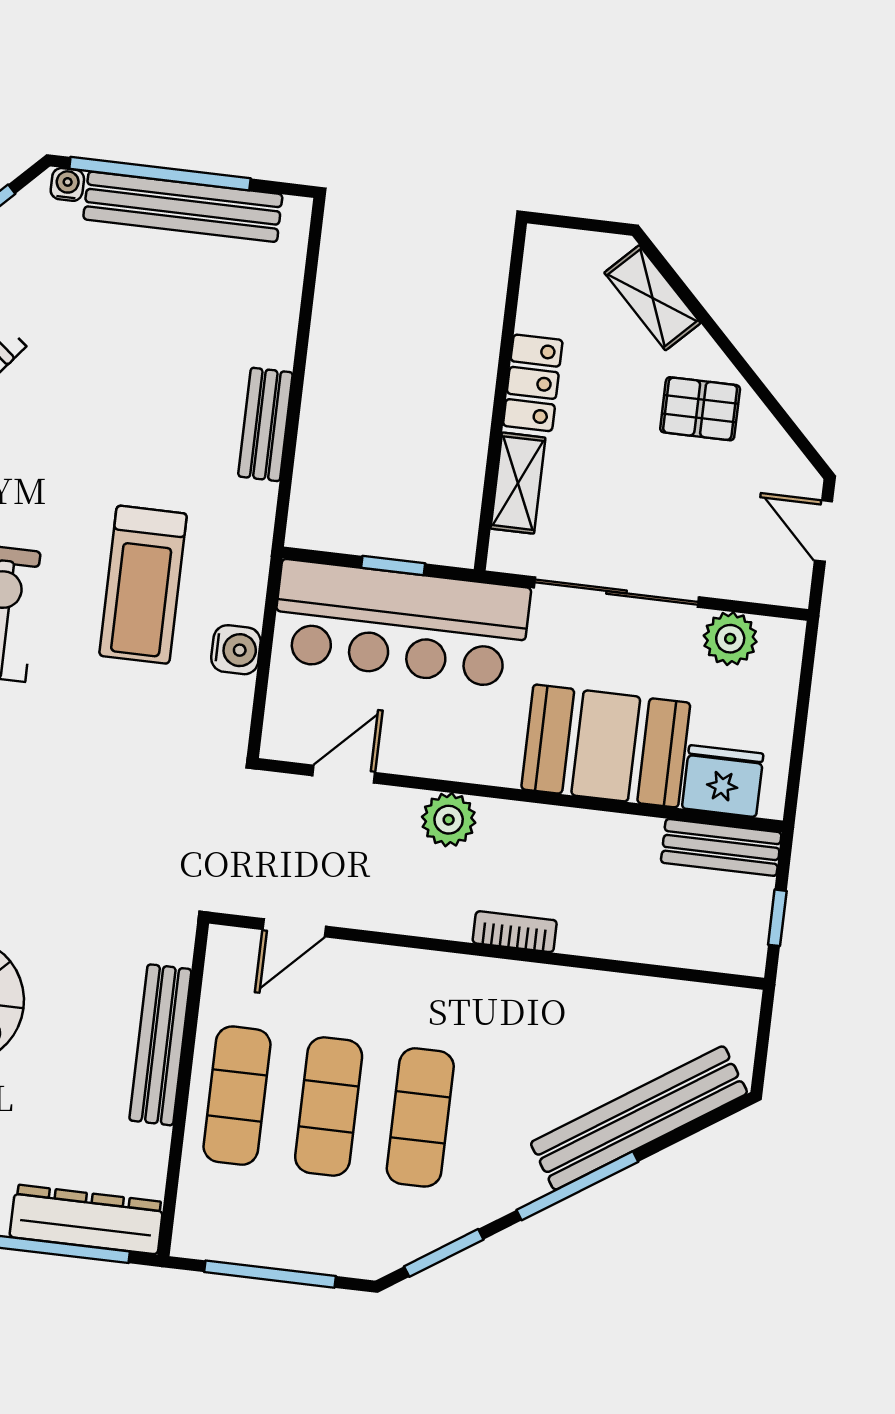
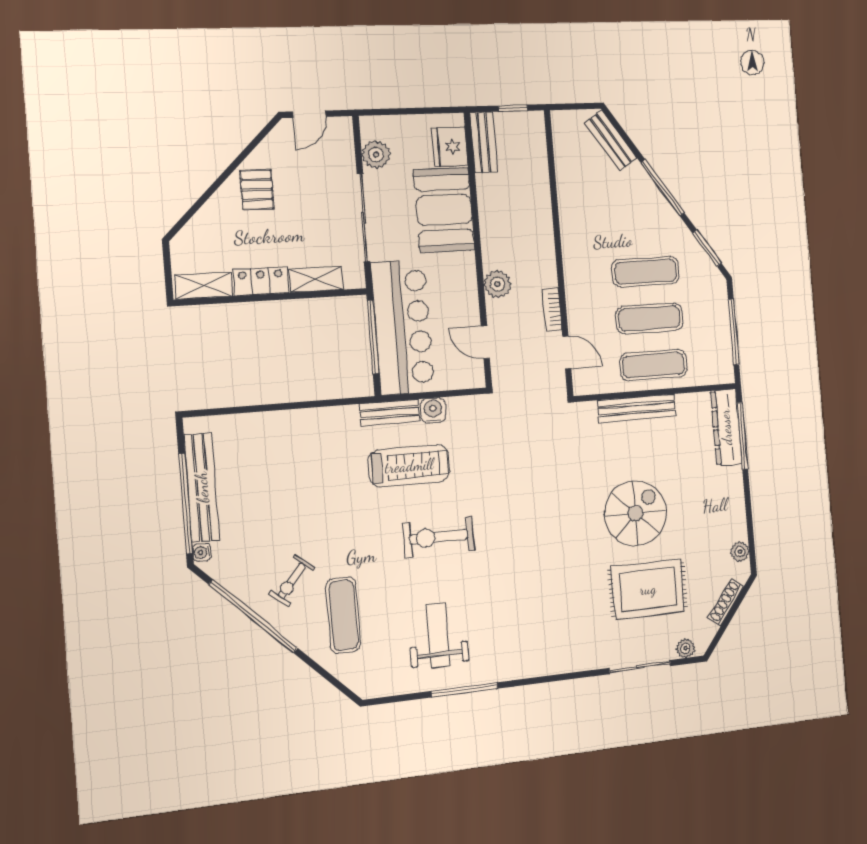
shelving: (652, 298) -> (204, 286), moved, turned 45
bench: (265, 424) -> (390, 413), moved
window: (393, 566) -> (373, 337), width x2.17
bookcase: (515, 932) -> (552, 310), moved
bench: (639, 1118) -> (611, 140), width x0.54, depth x0.82

